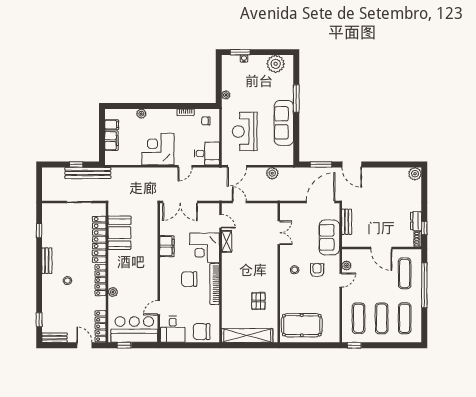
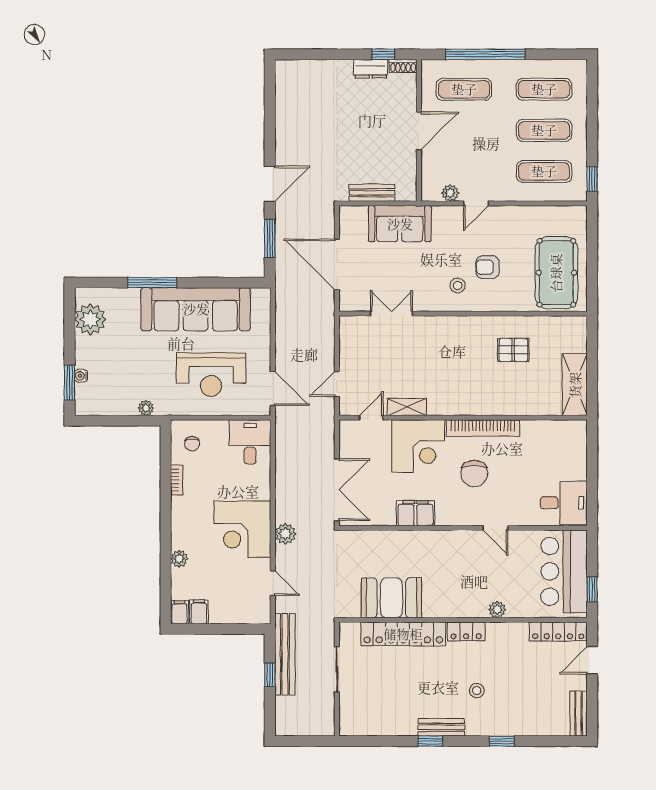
sofa: (284, 123) -> (196, 309), width x1.36, depth x1.27
filing cabinet: (111, 141) -> (179, 612), moved, width x0.50
door: (185, 166) -> (273, 583), moved
plant: (272, 173) -> (285, 534), moved
plant: (415, 174) -> (286, 71), removed
door: (321, 202) -> (337, 264), moved
window: (39, 231) -> (430, 741), moved
armchair: (317, 270) -> (488, 267), moved
locker: (101, 280) -> (466, 632), width x0.66
door: (341, 280) -> (476, 203), swing flipped
door: (159, 308) -> (495, 528), moved
window: (39, 320) -> (502, 741), moved
chair: (202, 332) -> (568, 451), removed
shelving: (247, 335) -> (575, 385), width x0.68

